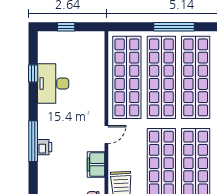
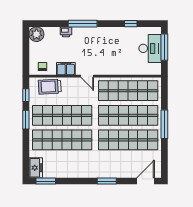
window: (66, 27) -> (164, 47), width x2.17
desk: (53, 84) -> (150, 48), moved, turned 90
printer: (45, 147) -> (66, 32), moved

